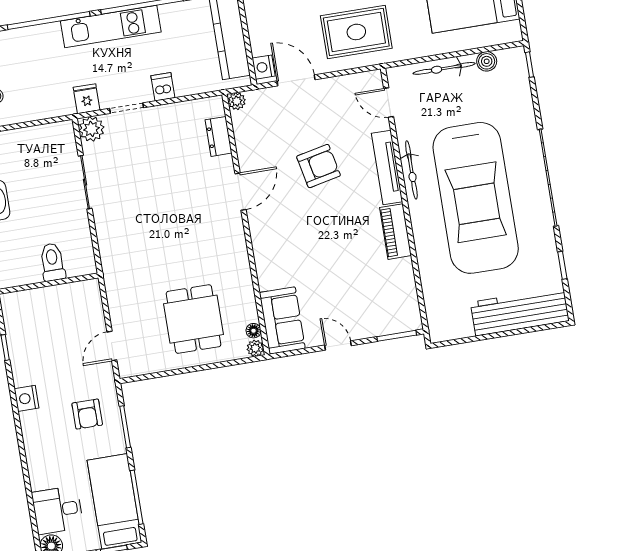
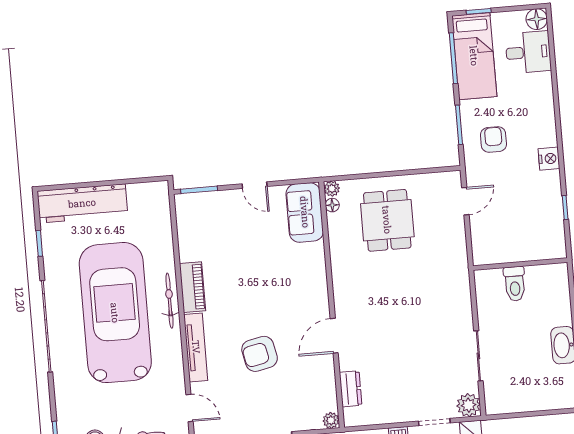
bicycle: (411, 170) -> (170, 301), moved

